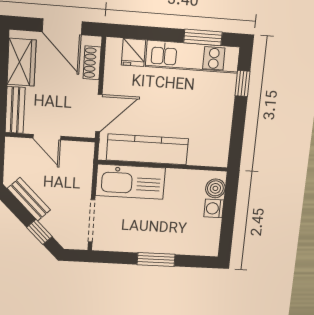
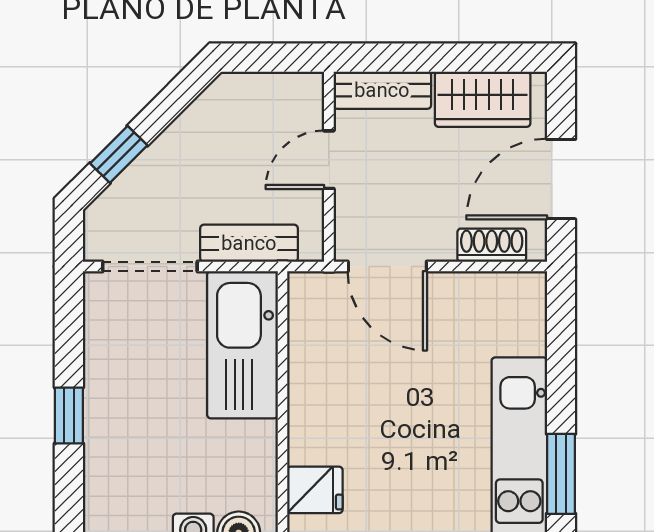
fridge: (134, 52) -> (315, 490), moved, turned 180
kitchen counter: (147, 149) -> (316, 376), removed
bench: (29, 199) -> (249, 243), moved, turned 45
window: (156, 259) -> (69, 416), width x0.67

